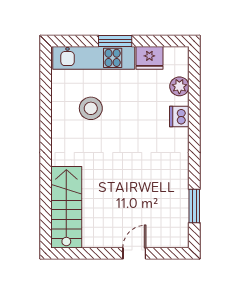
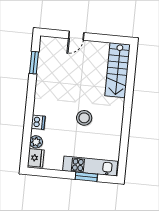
window: (115, 41) -> (86, 177), moved
fridge: (149, 58) -> (36, 158), moved, turned 90
stool: (91, 108) -> (84, 118), moved

